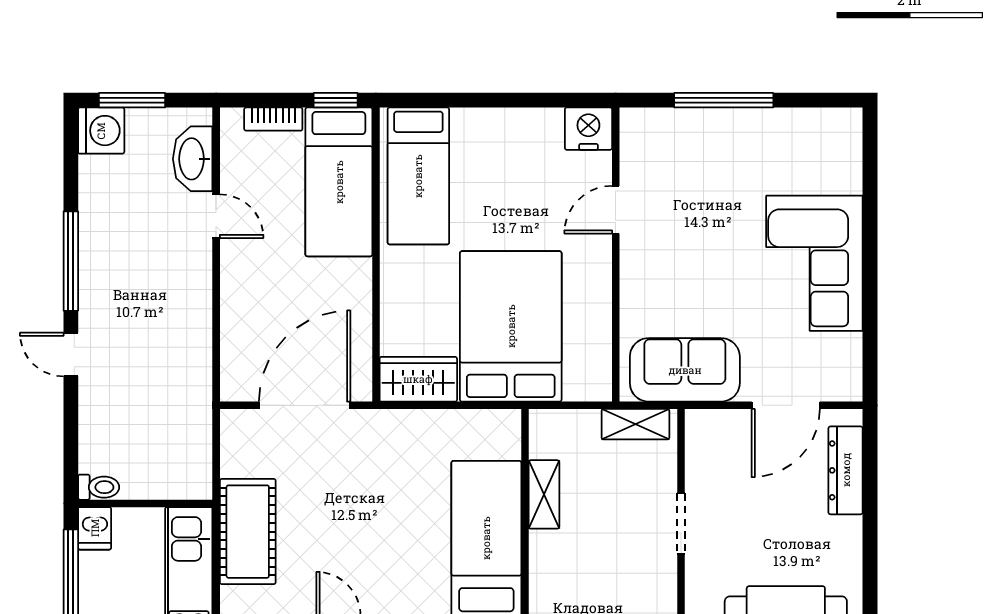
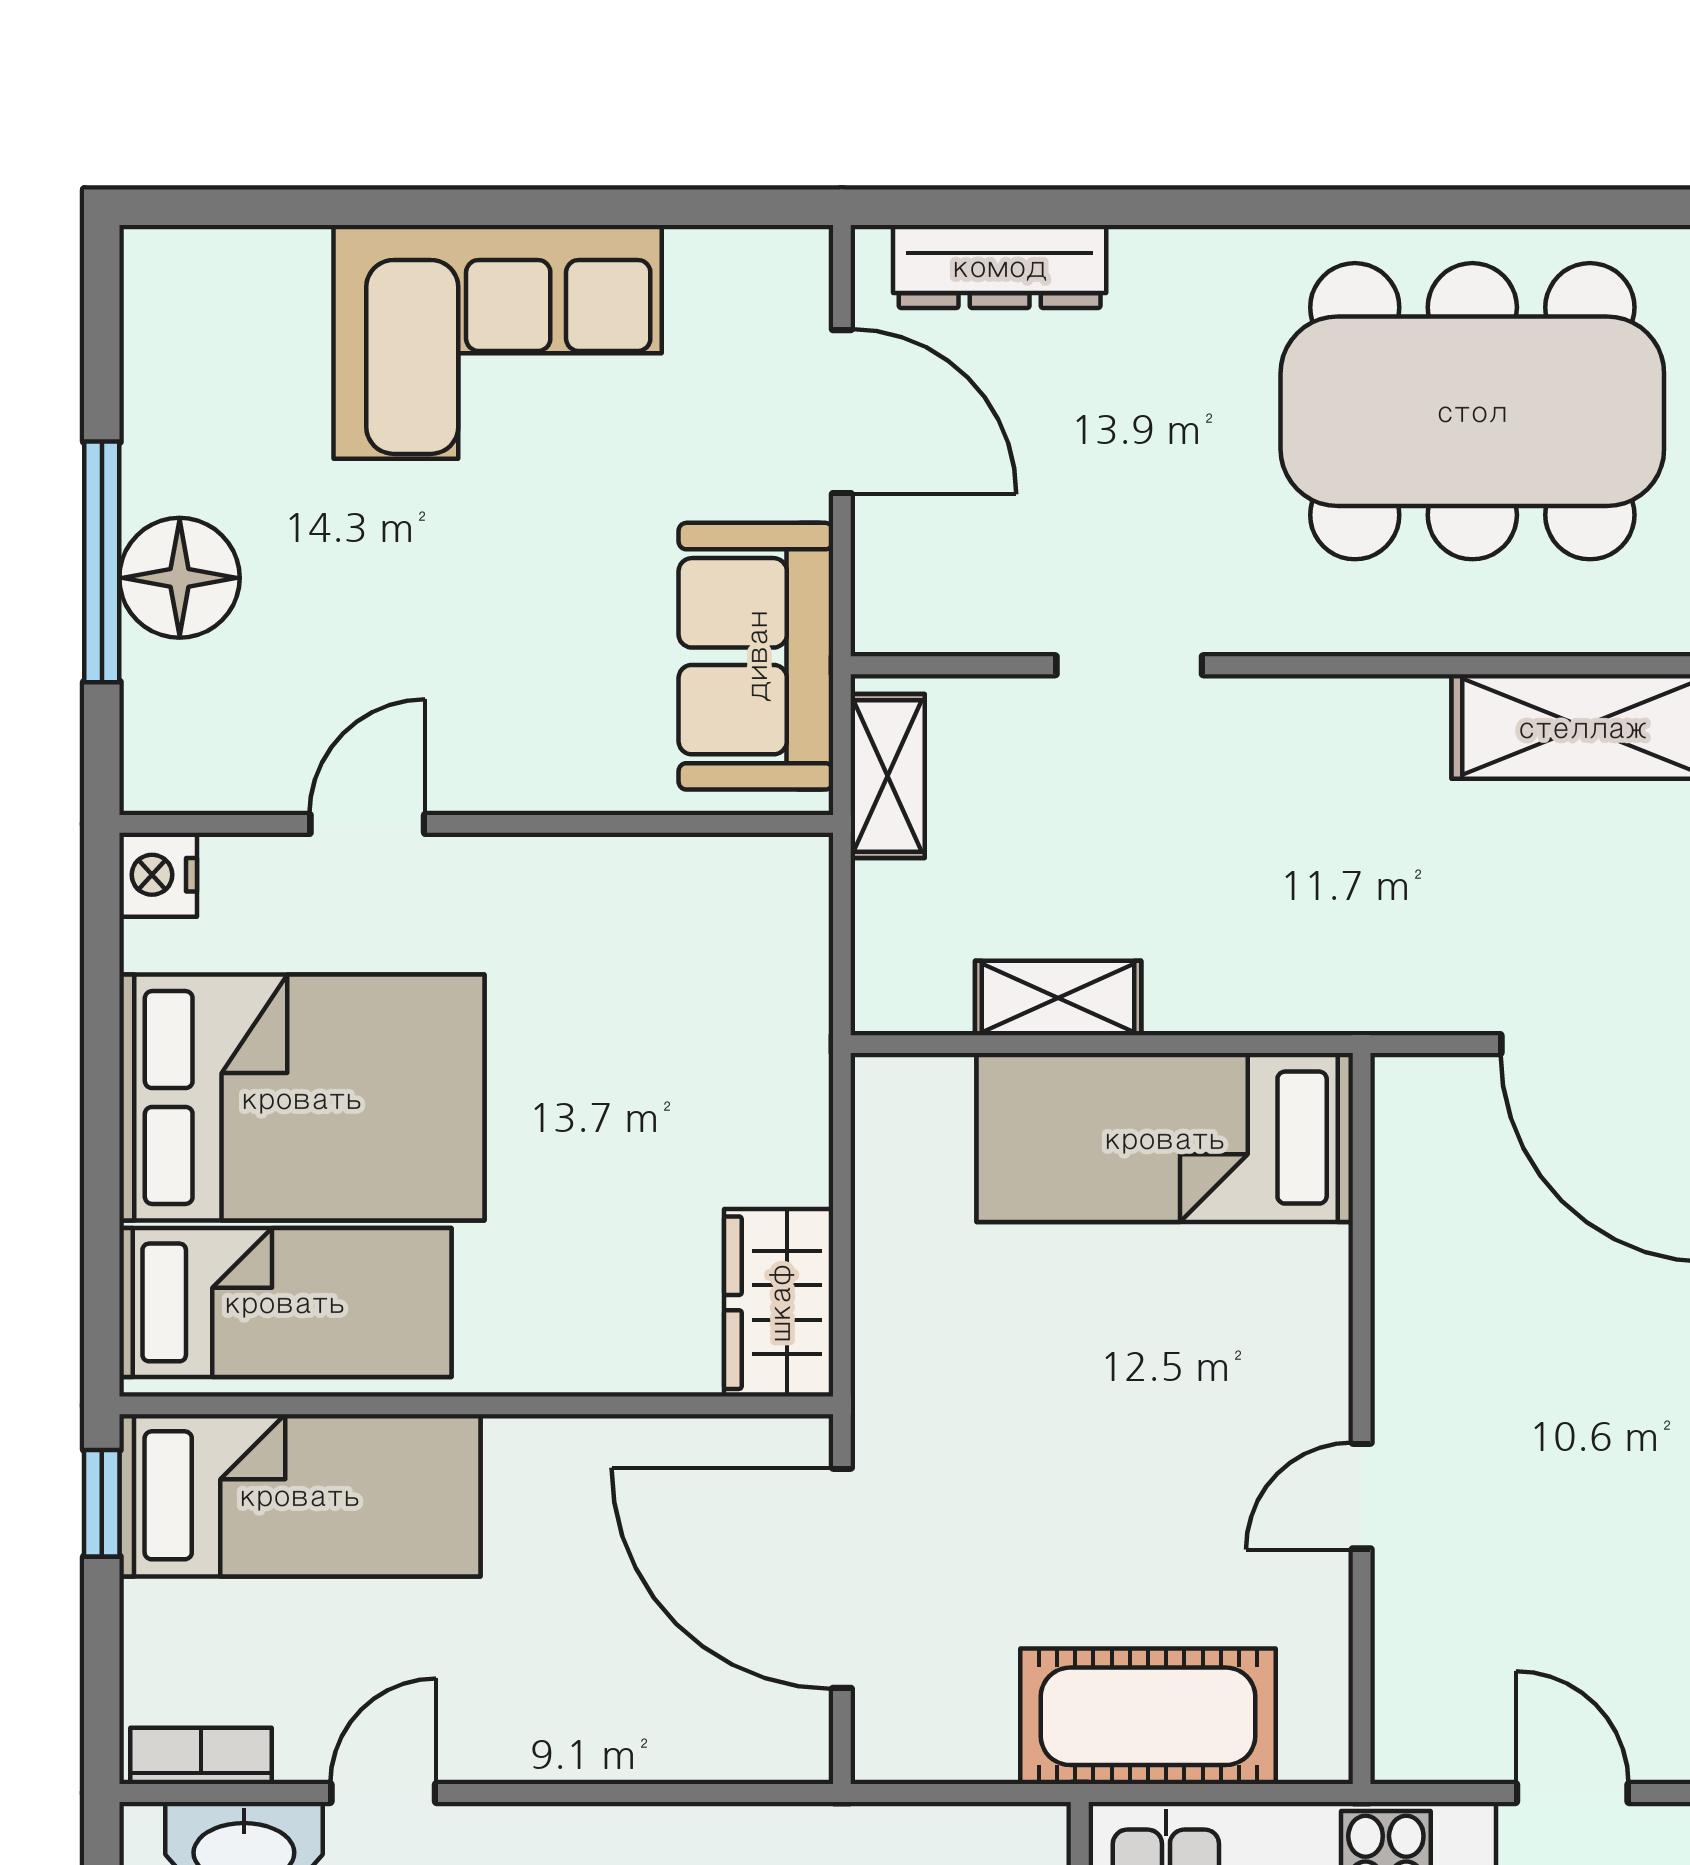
bookcase: (273, 119) -> (201, 1756), moved, turned -90
nightstand: (588, 129) -> (158, 875), width x0.74, depth x0.75
floor lamp: (717, 132) -> (180, 578), added
door: (616, 210) -> (367, 824), swing flipped
bed: (511, 326) -> (302, 1098), moved, turned 180

